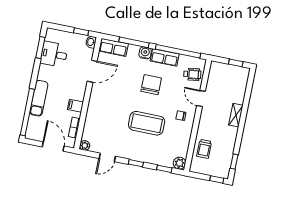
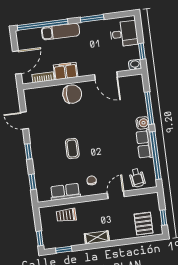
window: (40, 47) -> (92, 18), moved
row of seats: (113, 47) -> (65, 192), moved, turned 90
desk: (54, 54) -> (124, 34), moved, turned 90
pallet: (235, 83) -> (144, 224), added
chair: (151, 85) -> (72, 94), moved
filing cabinet: (76, 106) -> (66, 71), width x2.00
shelving: (236, 115) -> (97, 237), moved
coffee table: (147, 123) -> (72, 149), width x0.54, depth x0.58
plant: (85, 145) -> (29, 94), removed
plant: (179, 163) -> (43, 195), removed

